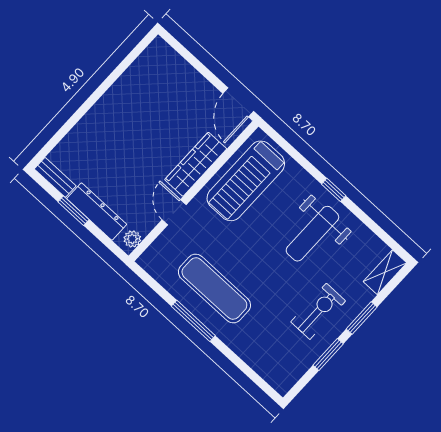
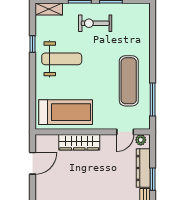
door: (238, 102) -> (33, 163), moved
window: (334, 190) -> (33, 44), moved
door: (174, 212) -> (125, 132), moved
window: (193, 321) -> (153, 100), moved

